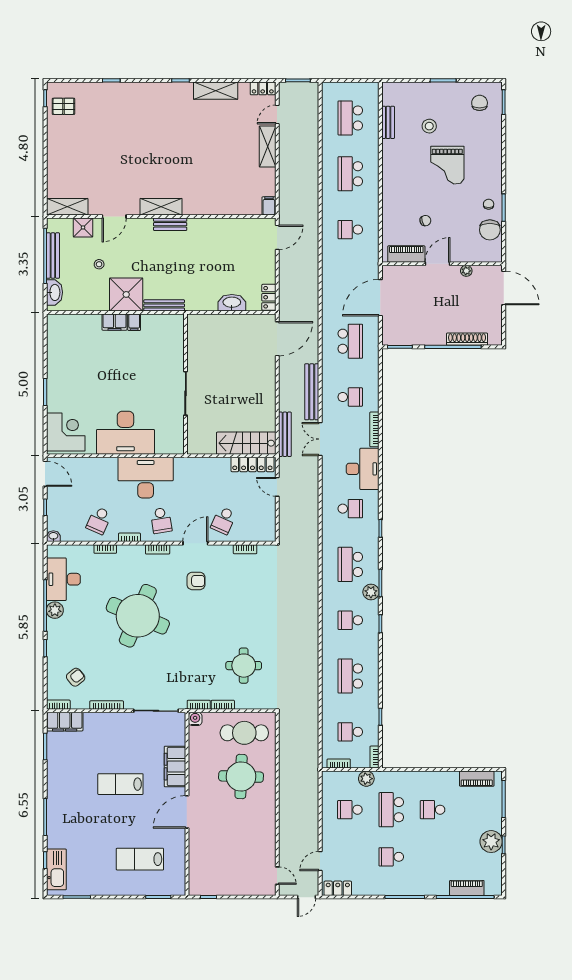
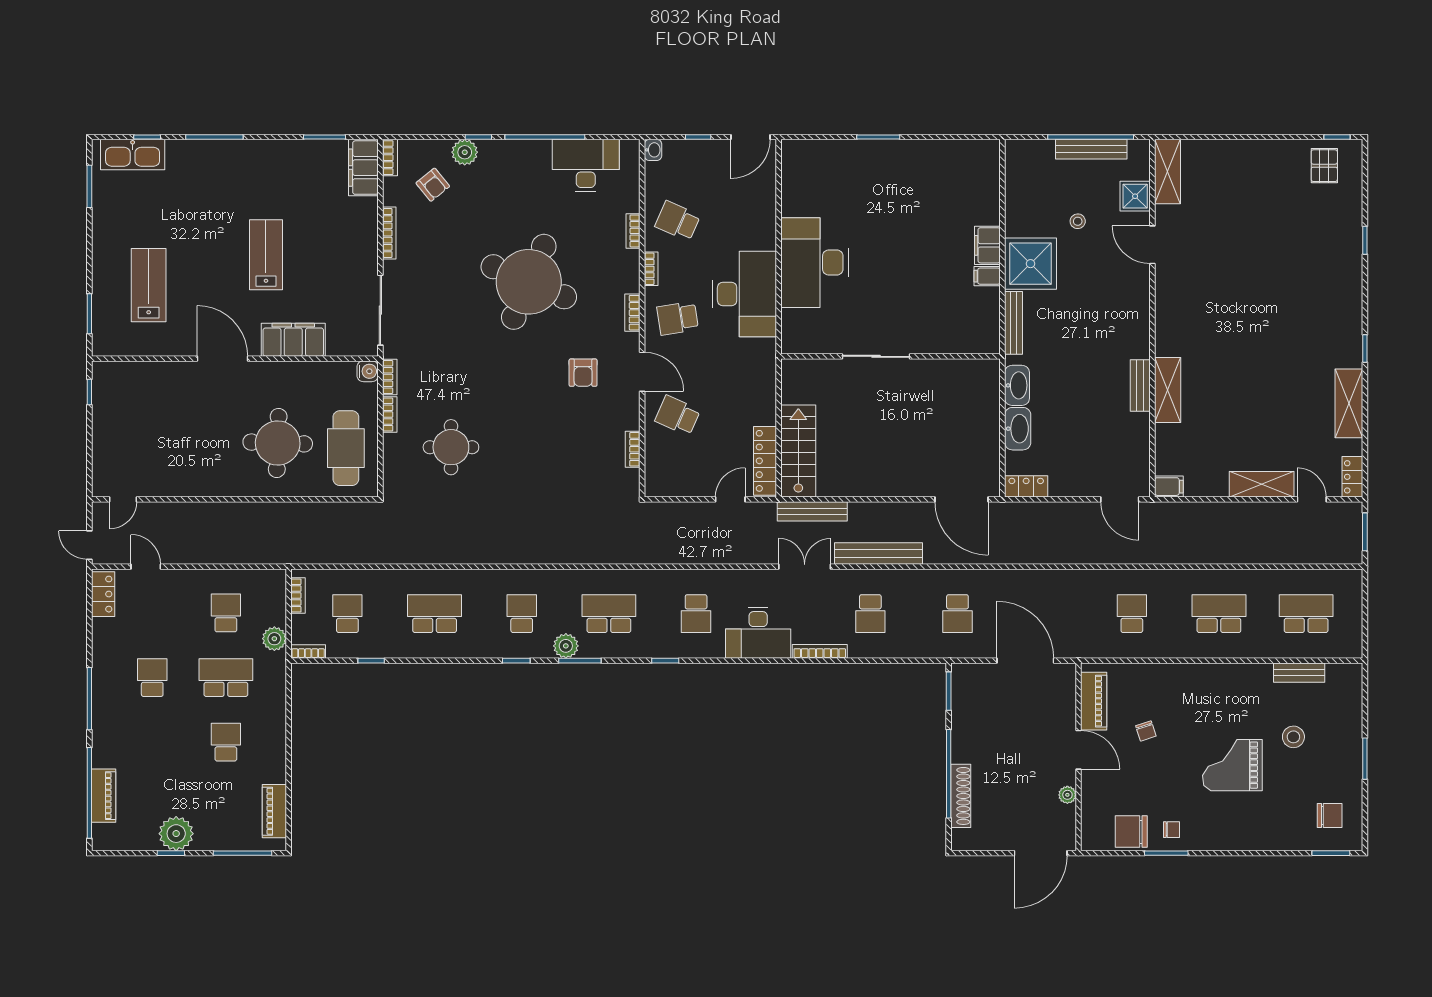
shelving: (161, 207) -> (1168, 390), moved
bench: (170, 224) -> (1140, 385), moved
washbasin: (54, 292) -> (1017, 385), moved, turned -90
school desk: (350, 341) -> (957, 614), width x0.54
corner desk: (66, 432) -> (816, 169), removed
plant: (55, 610) -> (465, 152), moved

